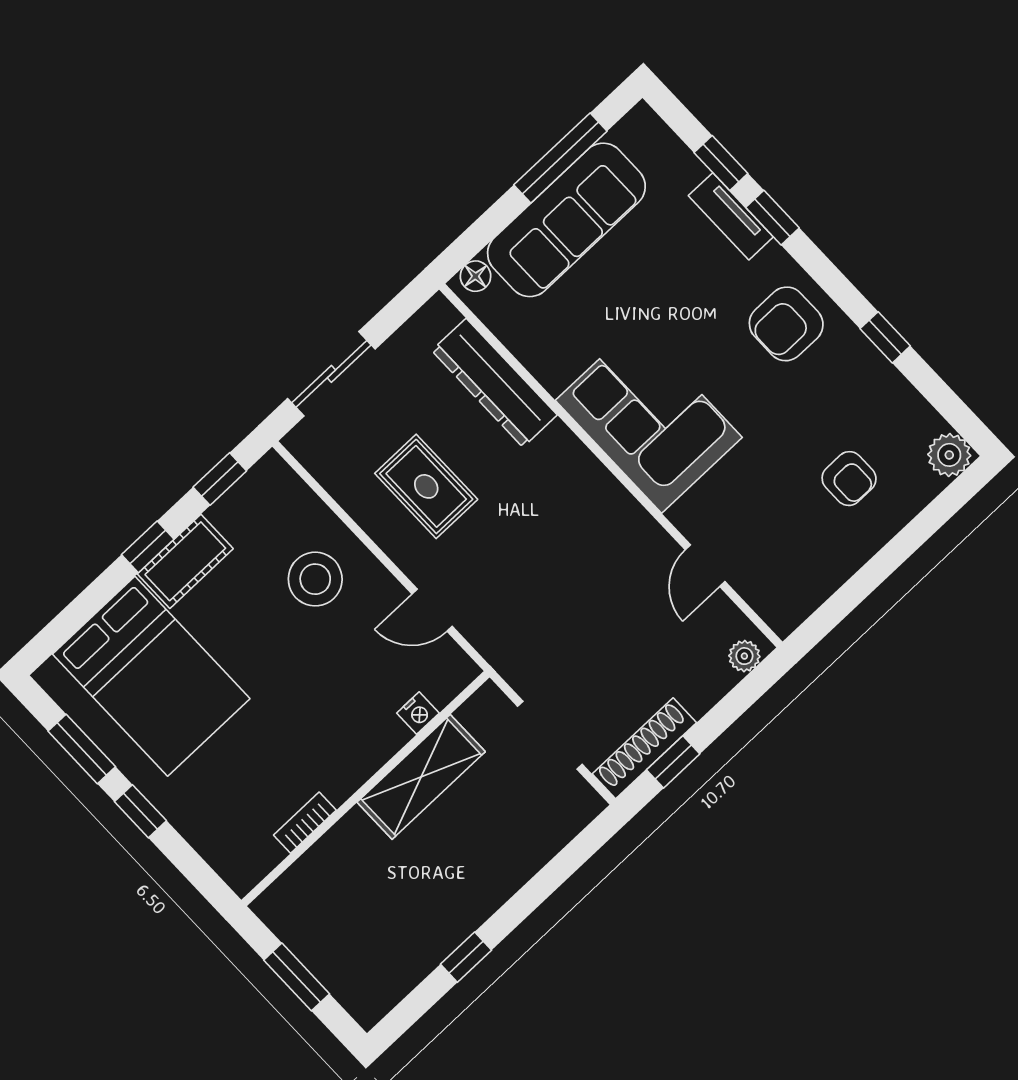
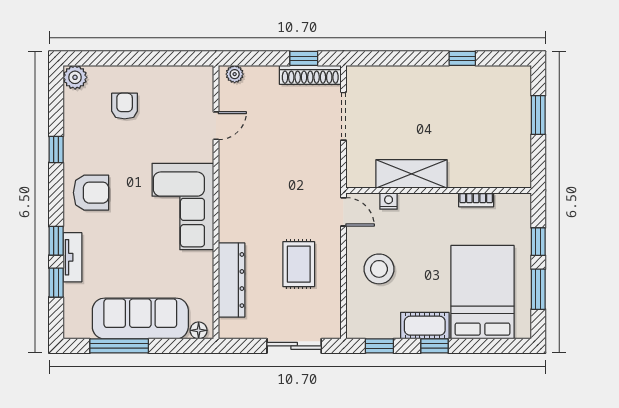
nightstand: (418, 713) -> (389, 201), moved
shelving: (421, 777) -> (412, 174), moved
wall: (365, 789) -> (439, 191), moved
bookcase: (305, 823) -> (476, 200), moved

